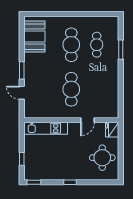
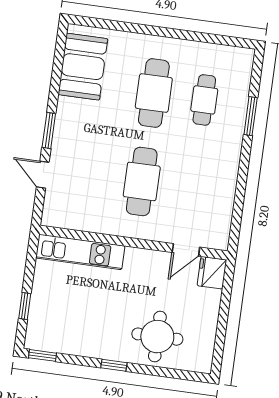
door: (88, 120) -> (186, 250), moved
round table: (102, 158) -> (157, 337), moved

